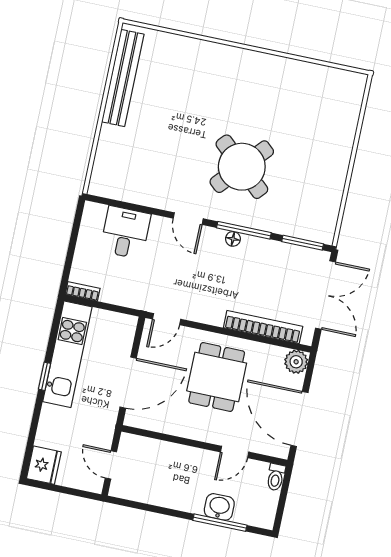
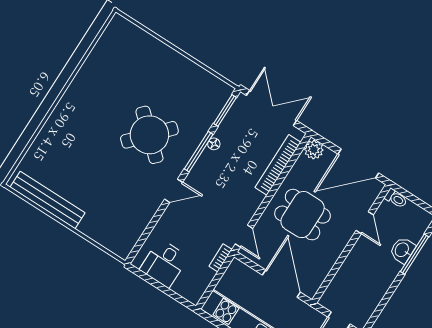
desk: (125, 233) -> (164, 263), moved, turned -90
floor lamp: (233, 239) -> (214, 144), moved
bookcase: (83, 291) -> (221, 258), moved

